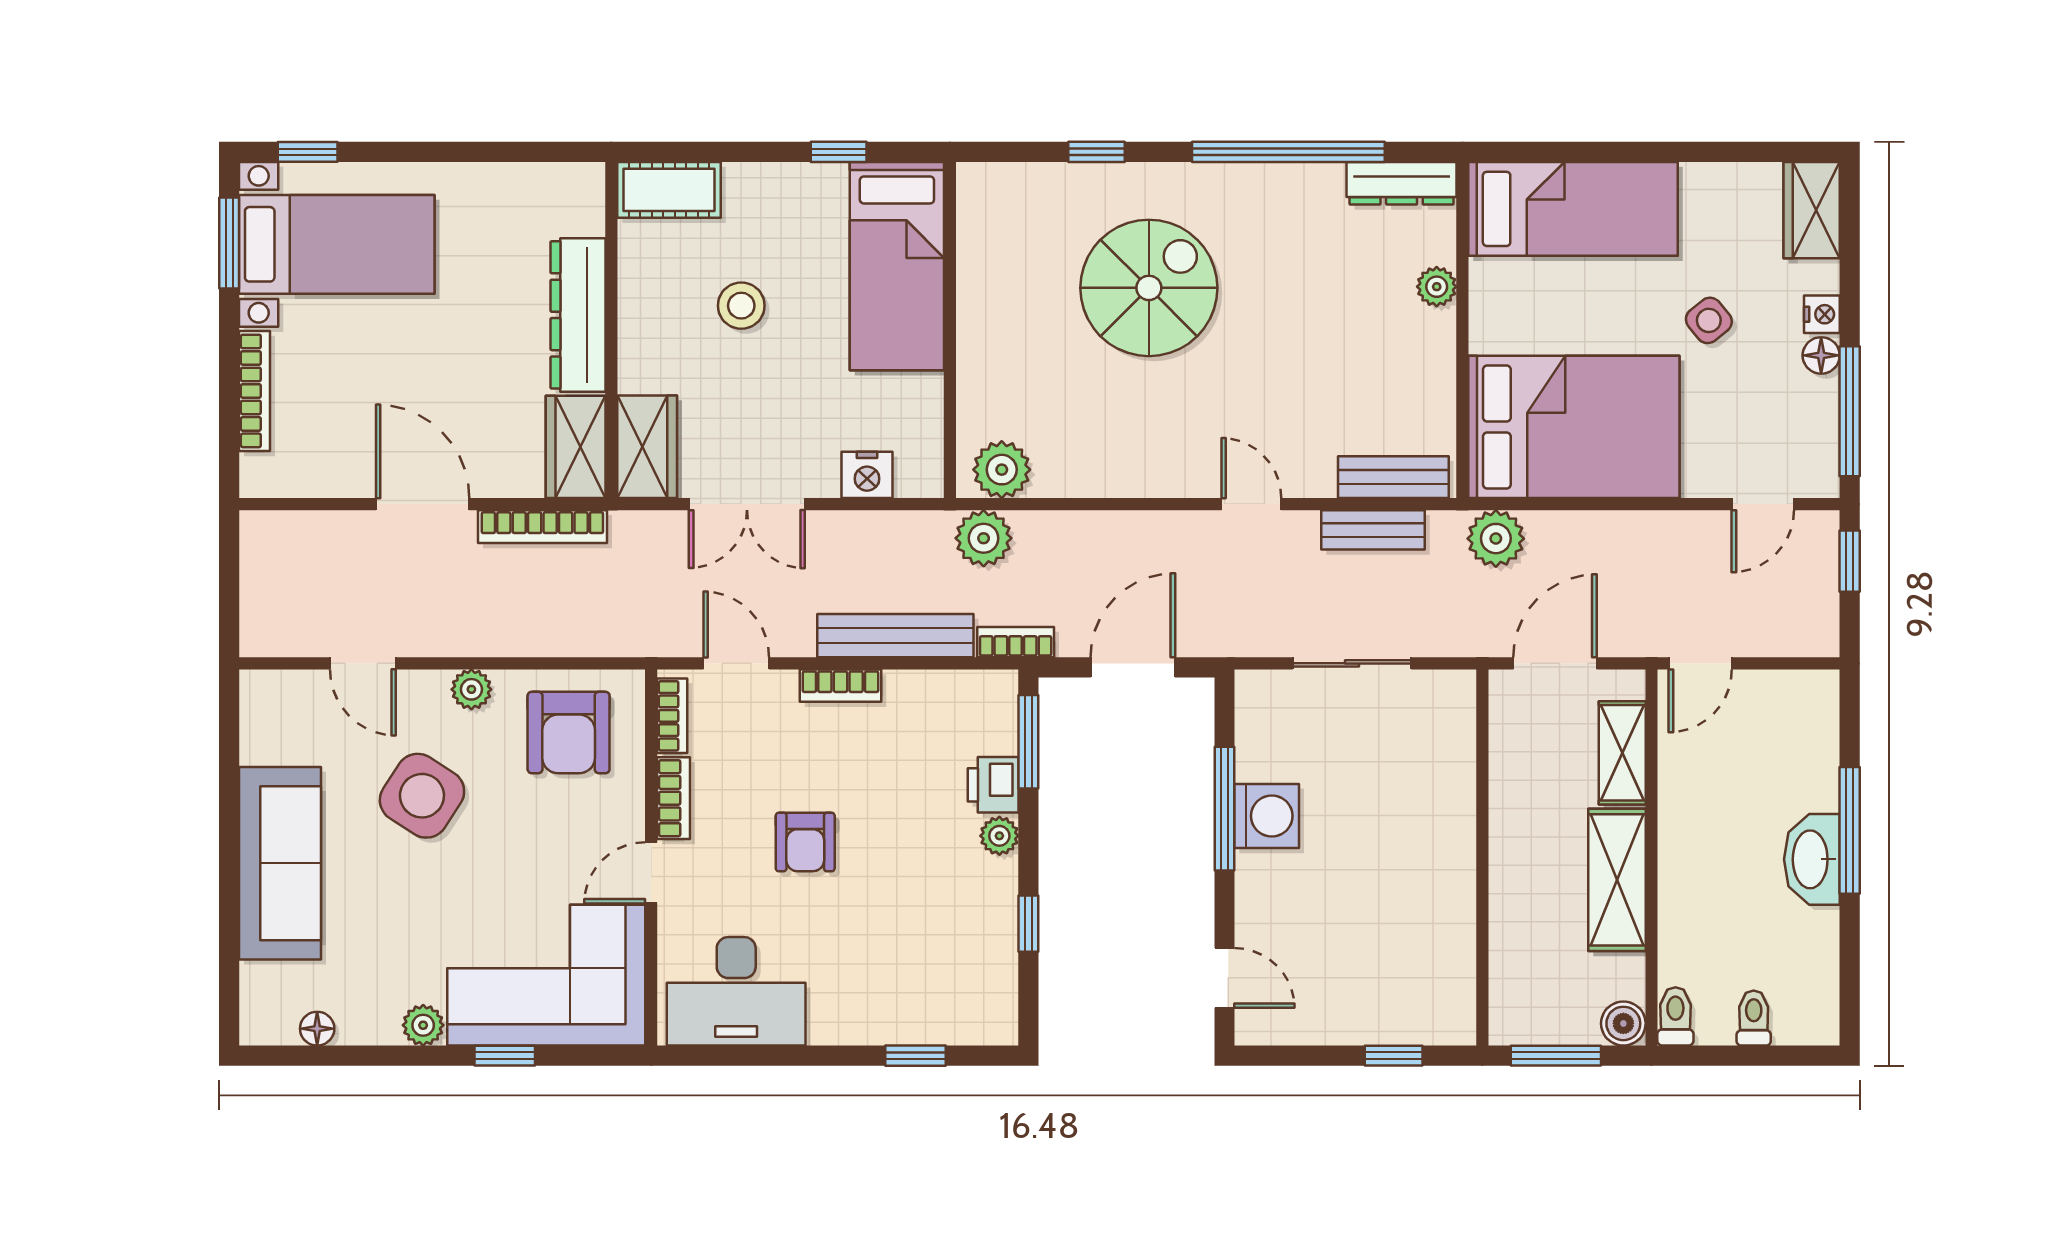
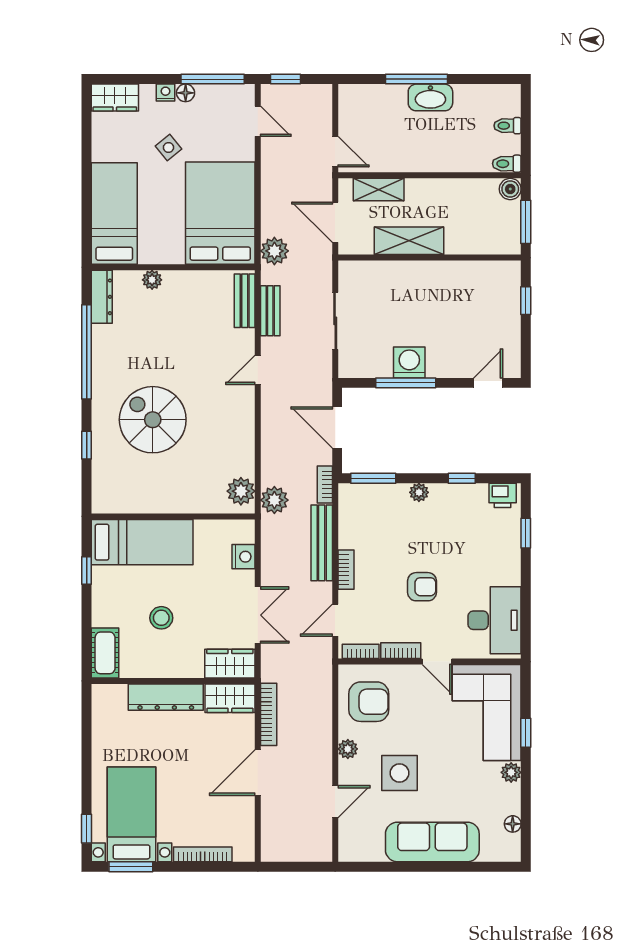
printer: (993, 785) -> (503, 495), moved
side table: (422, 796) -> (400, 773), turned -33
shelving: (1617, 880) -> (409, 241), moved

